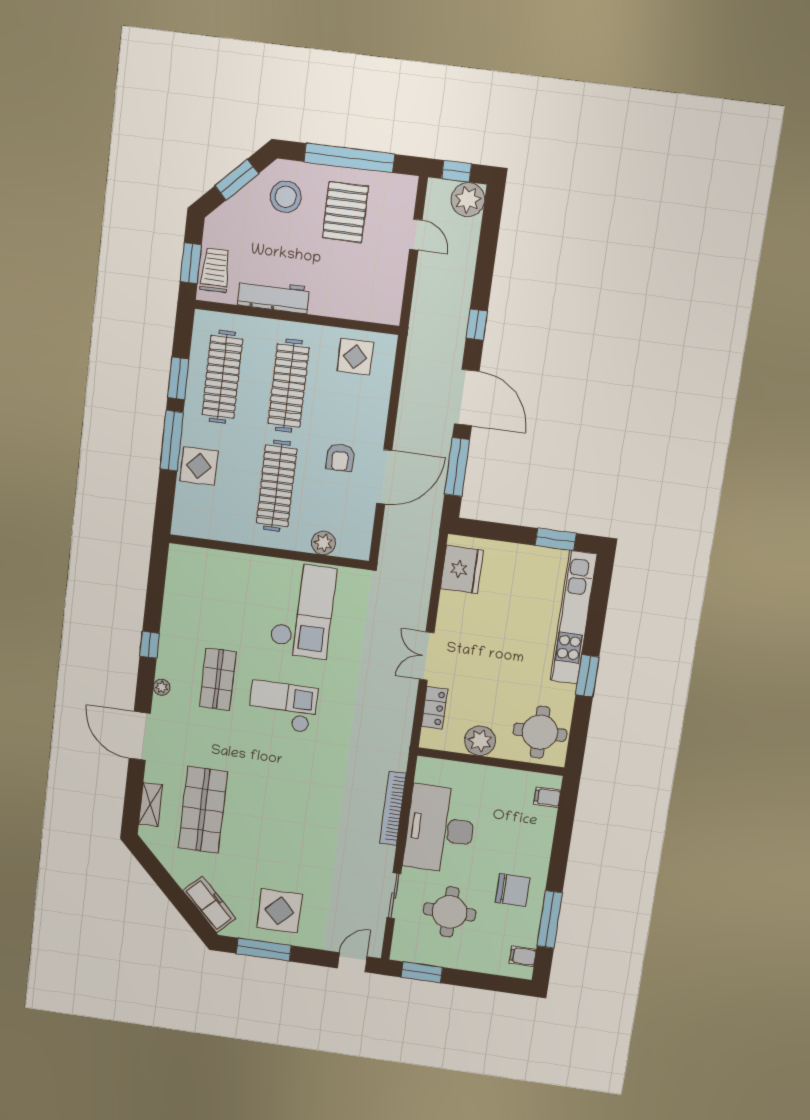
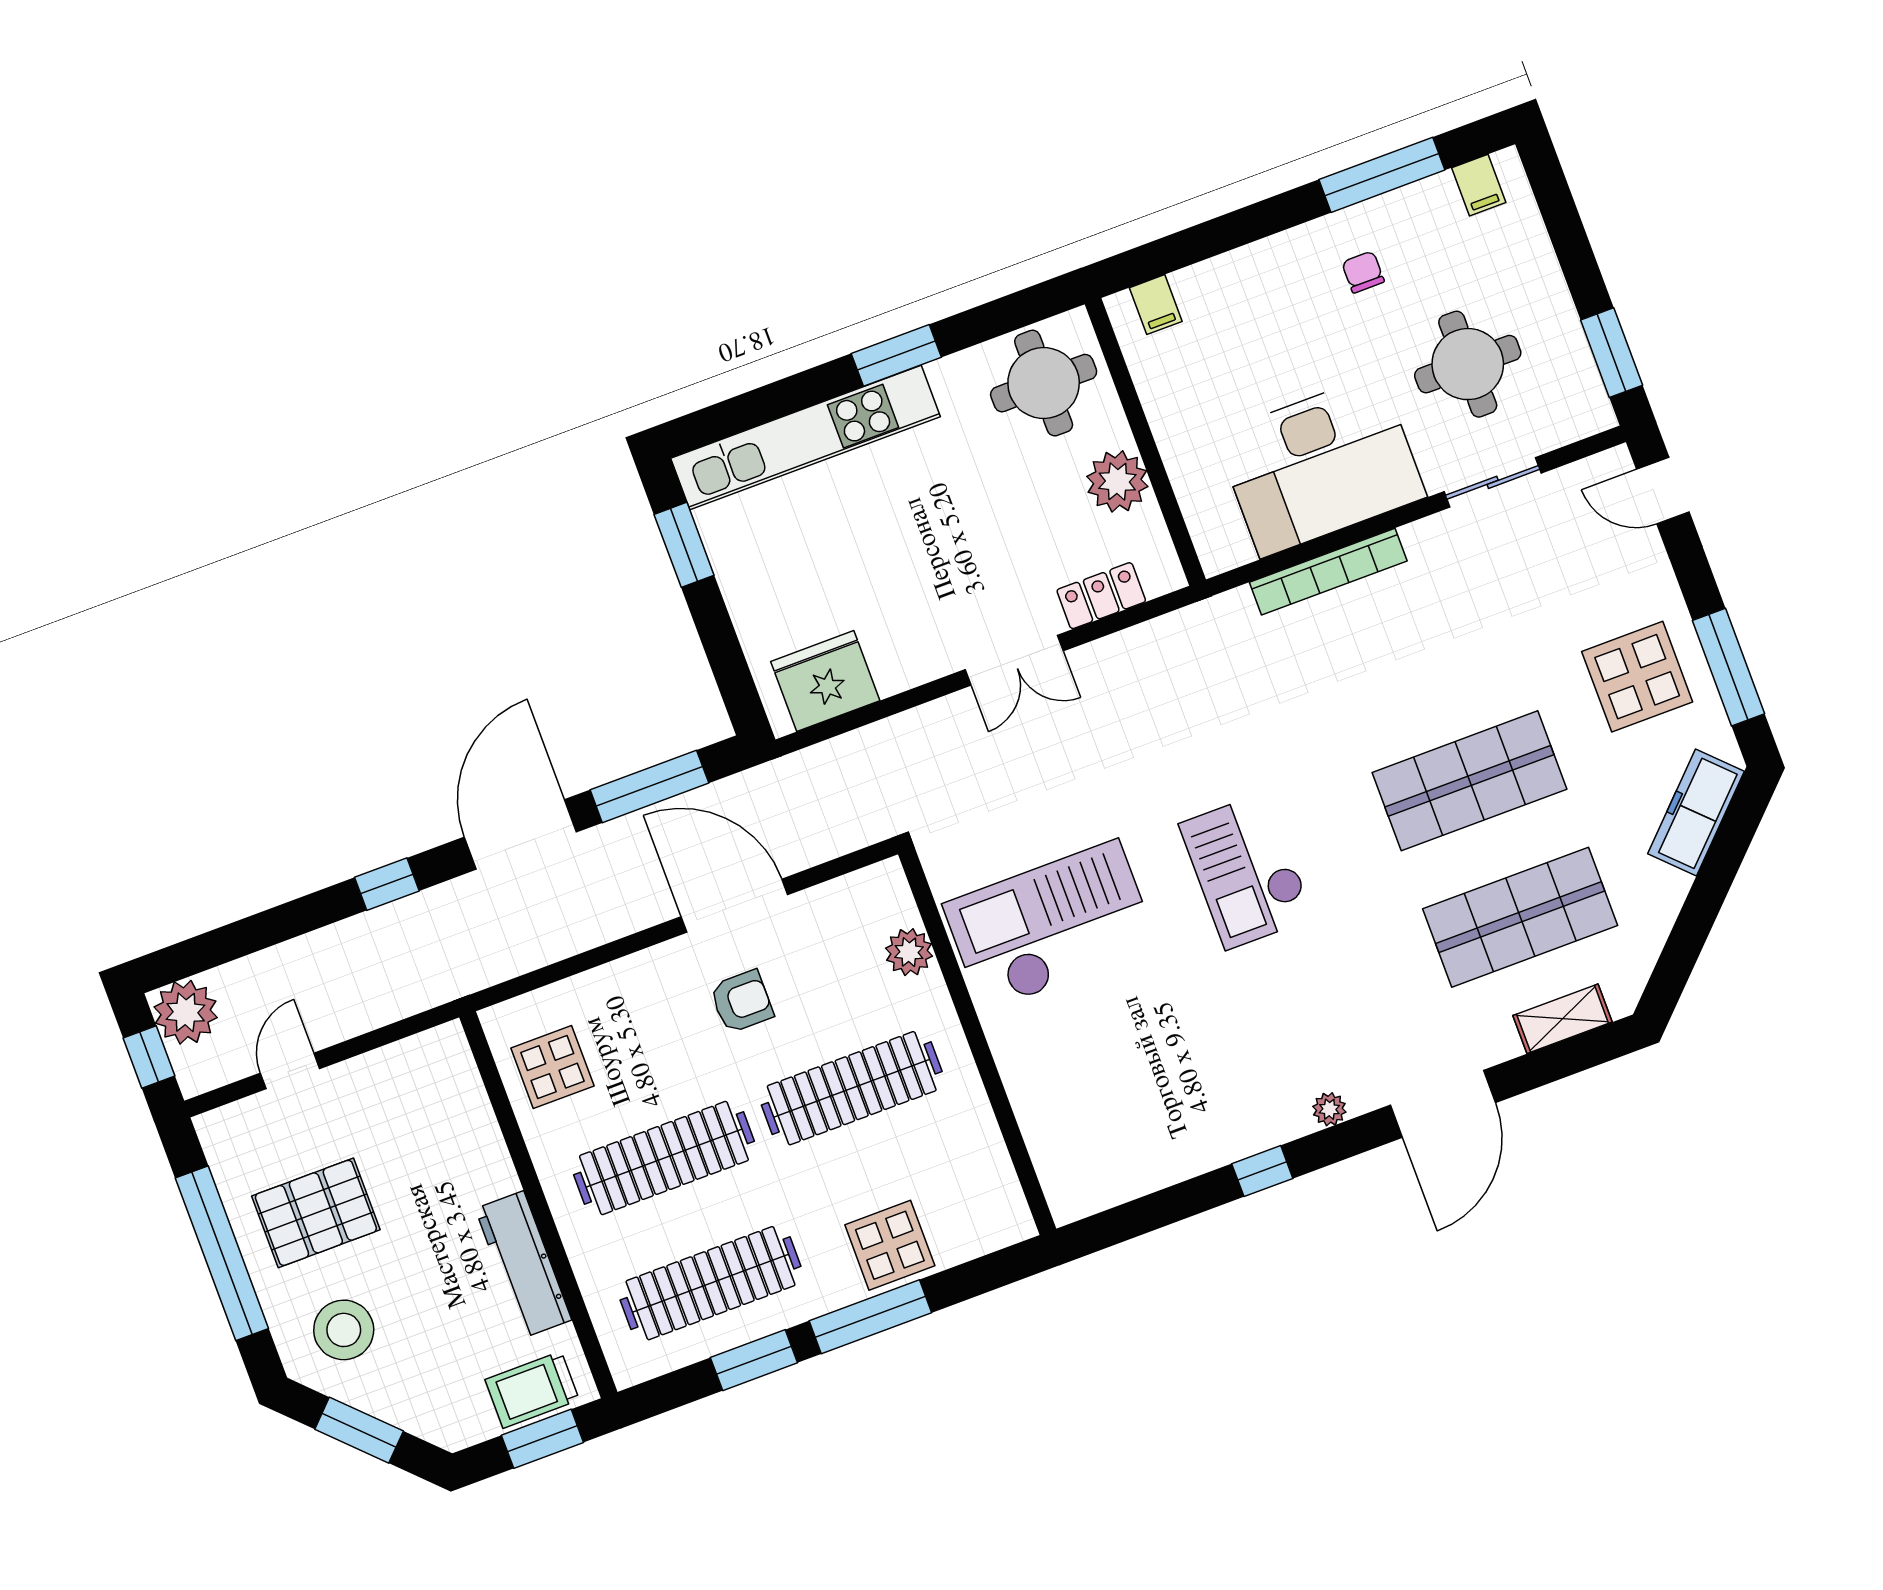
shop shelf: (218, 679) -> (1469, 781), moved, width x1.43, depth x1.36
chair: (513, 890) -> (1363, 272), width x0.54, depth x0.54

